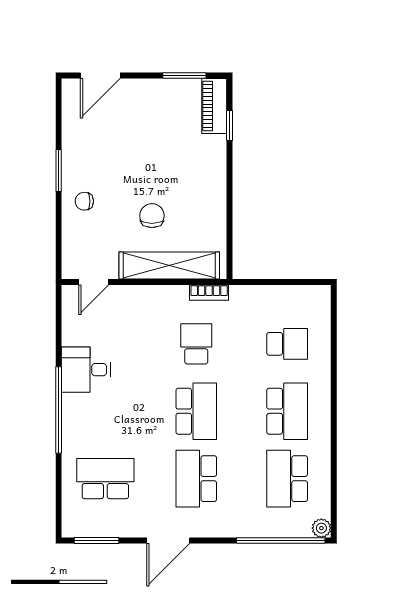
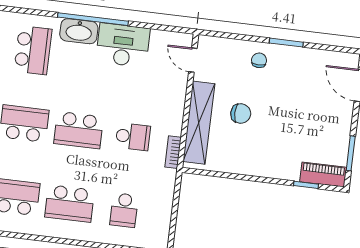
desk: (86, 370) -> (123, 45), width x1.37
washbasin: (75, 425) -> (79, 31), added

